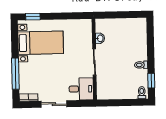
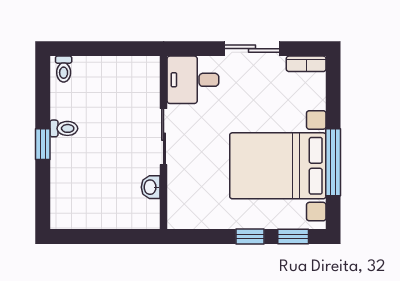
window: (53, 16) -> (250, 237), added
bed with nightstands: (41, 43) -> (278, 166), width x1.36
window: (15, 74) -> (333, 162), moved
window: (151, 81) -> (43, 144), moved

